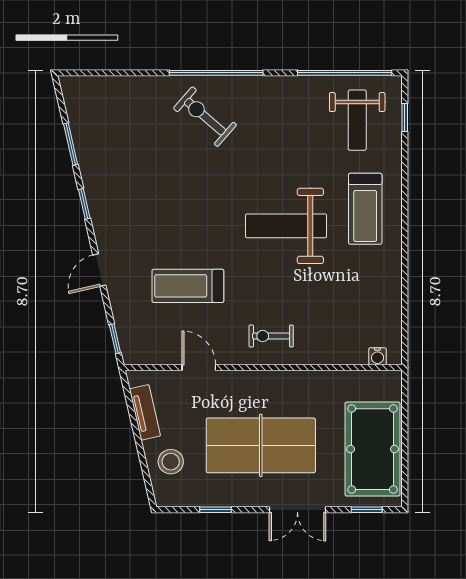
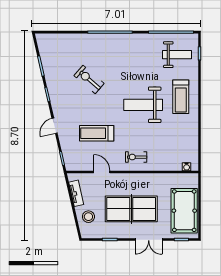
exercise bike: (205, 117) -> (89, 80), moved
weight bench: (357, 120) -> (177, 55), turned -90

